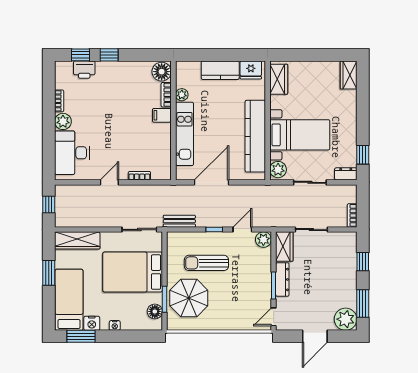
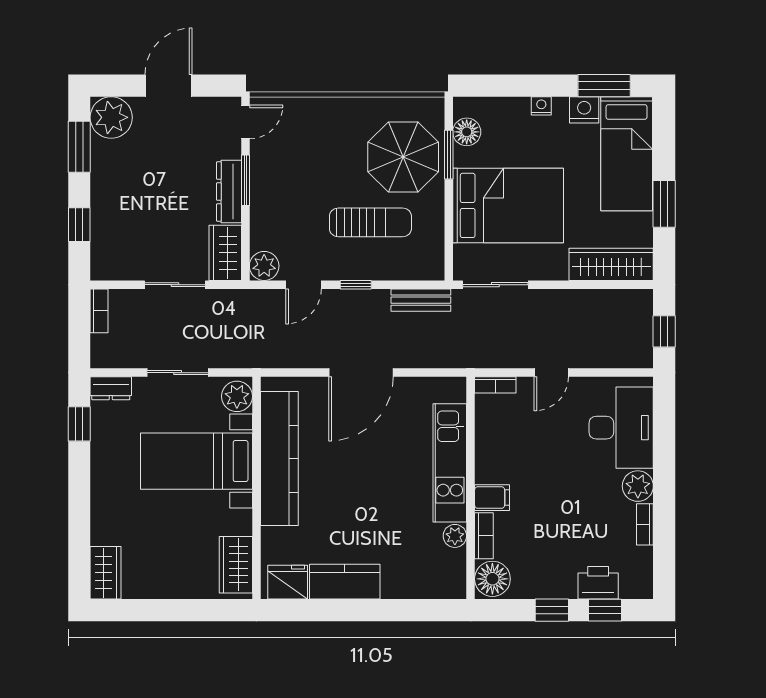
floor lamp: (162, 72) -> (492, 579), moved
bookcase: (166, 95) -> (484, 536), moved
plant: (182, 95) -> (455, 536), moved
filing cabinet: (162, 115) -> (492, 498), moved
wall: (173, 120) -> (471, 488), moved
kitchen unit: (184, 134) -> (450, 463), moved

